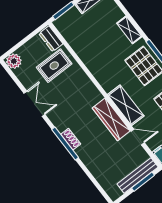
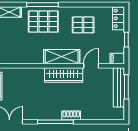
shoe rack: (71, 139) -> (71, 115), moved

